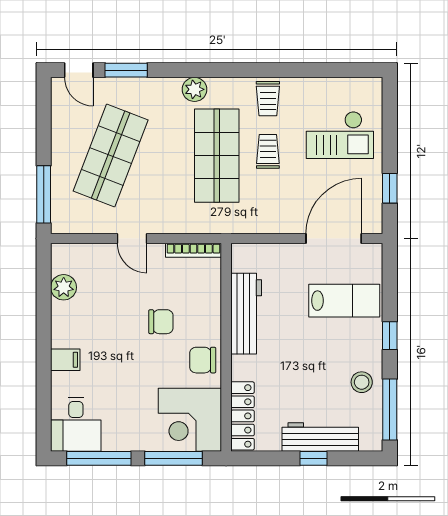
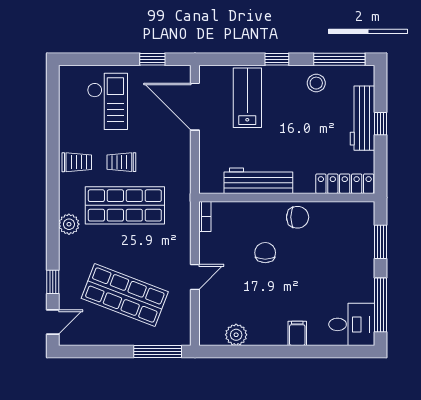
window: (126, 70) -> (53, 282), width x0.67
bookcase: (193, 250) -> (205, 217), width x0.64
chair: (203, 360) -> (298, 217), turned -90
corner desk: (190, 420) -> (348, 228), removed
window: (173, 458) -> (380, 242), width x0.69

